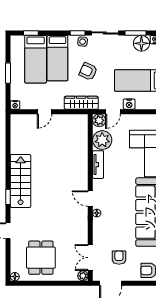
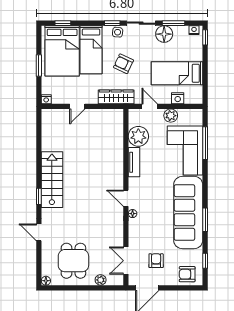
floor lamp: (141, 43) -> (164, 34), moved
bed: (36, 59) -> (62, 51), width x1.50
nightstand: (129, 104) -> (178, 98), moved
door: (113, 112) -> (150, 106), swing flipped
plant: (99, 120) -> (171, 116), moved
plant: (83, 276) -> (101, 280), moved

